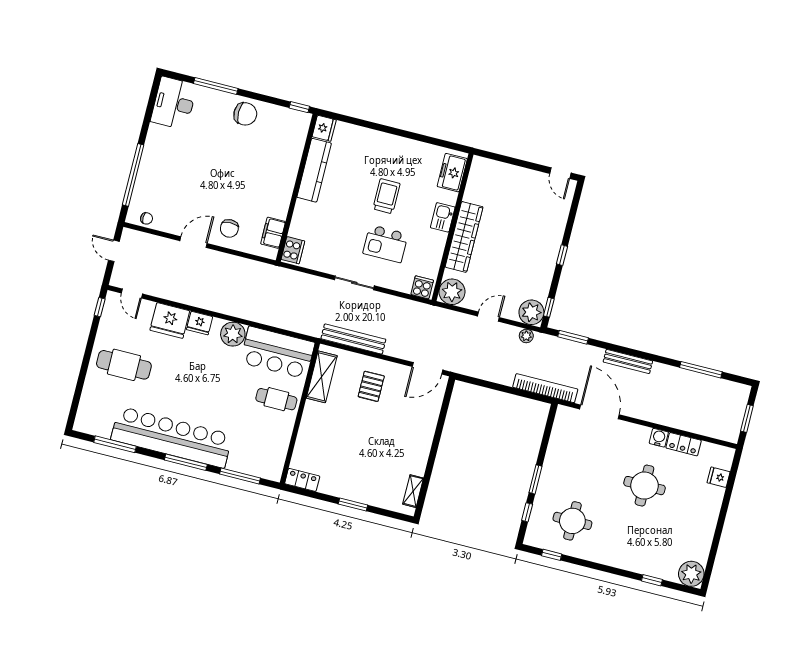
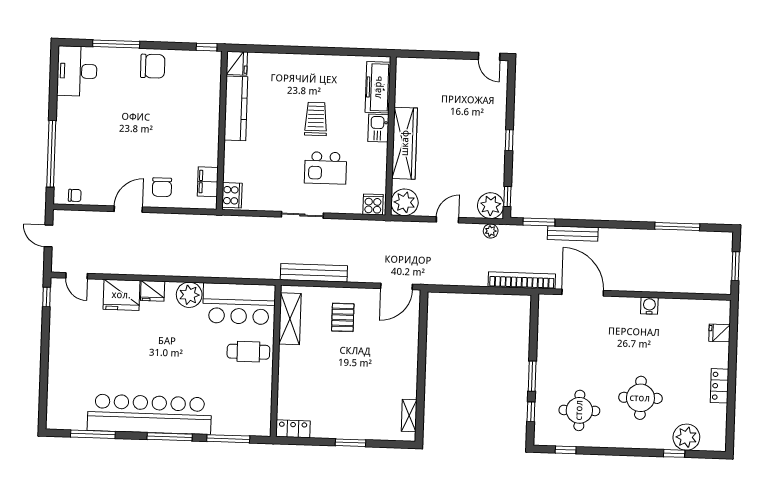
freezer: (452, 173) -> (378, 87), width x1.40
bench: (628, 361) -> (573, 234), moved
cafe table: (124, 365) -> (84, 351), removed
locker: (684, 444) -> (719, 386), moved, turned 90
round table: (644, 486) -> (640, 398), moved
plant: (691, 574) -> (686, 437), moved

